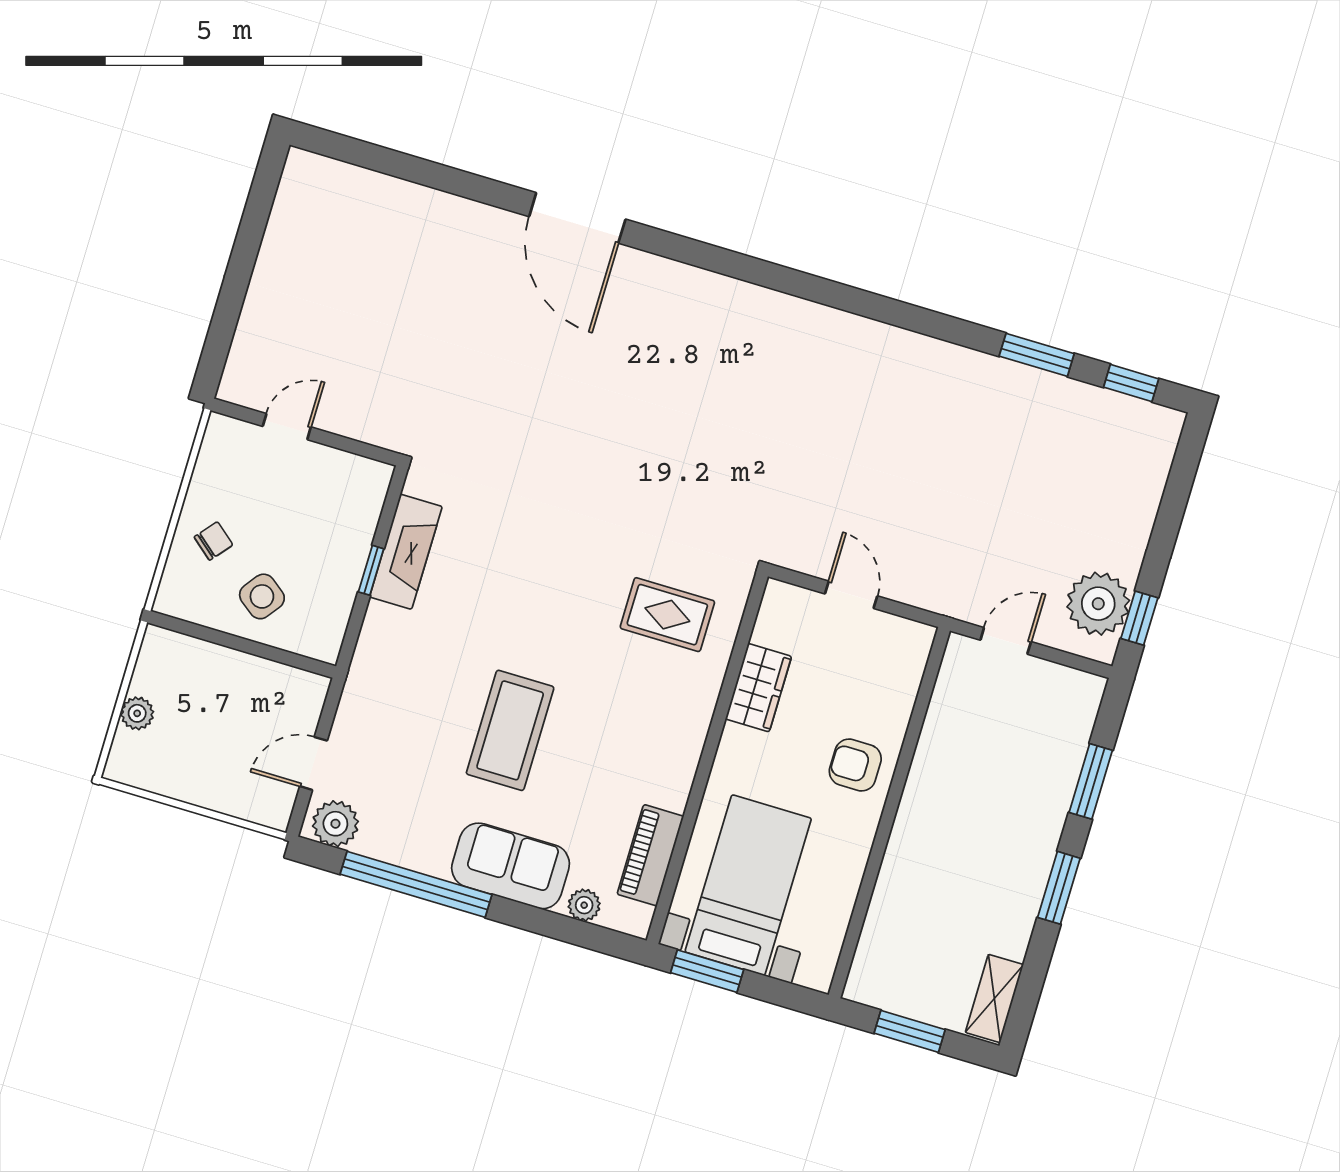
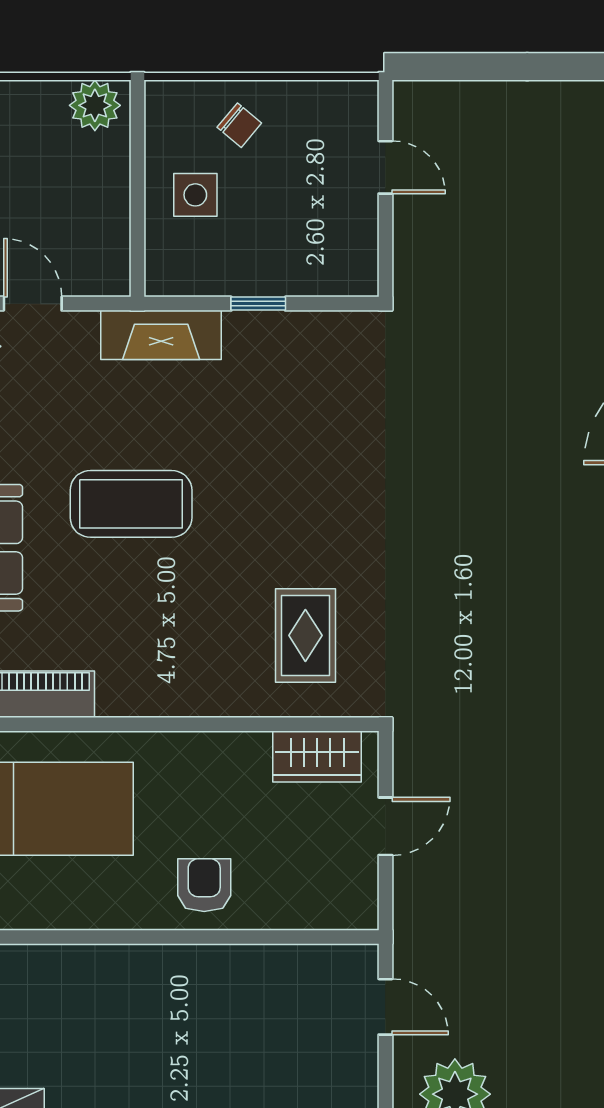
fireplace: (406, 552) -> (161, 335), moved
side table: (262, 596) -> (195, 195), turned -37
wardrobe: (758, 688) -> (317, 757), moved
plant: (137, 713) -> (95, 105), moved, width x1.38, depth x1.38

